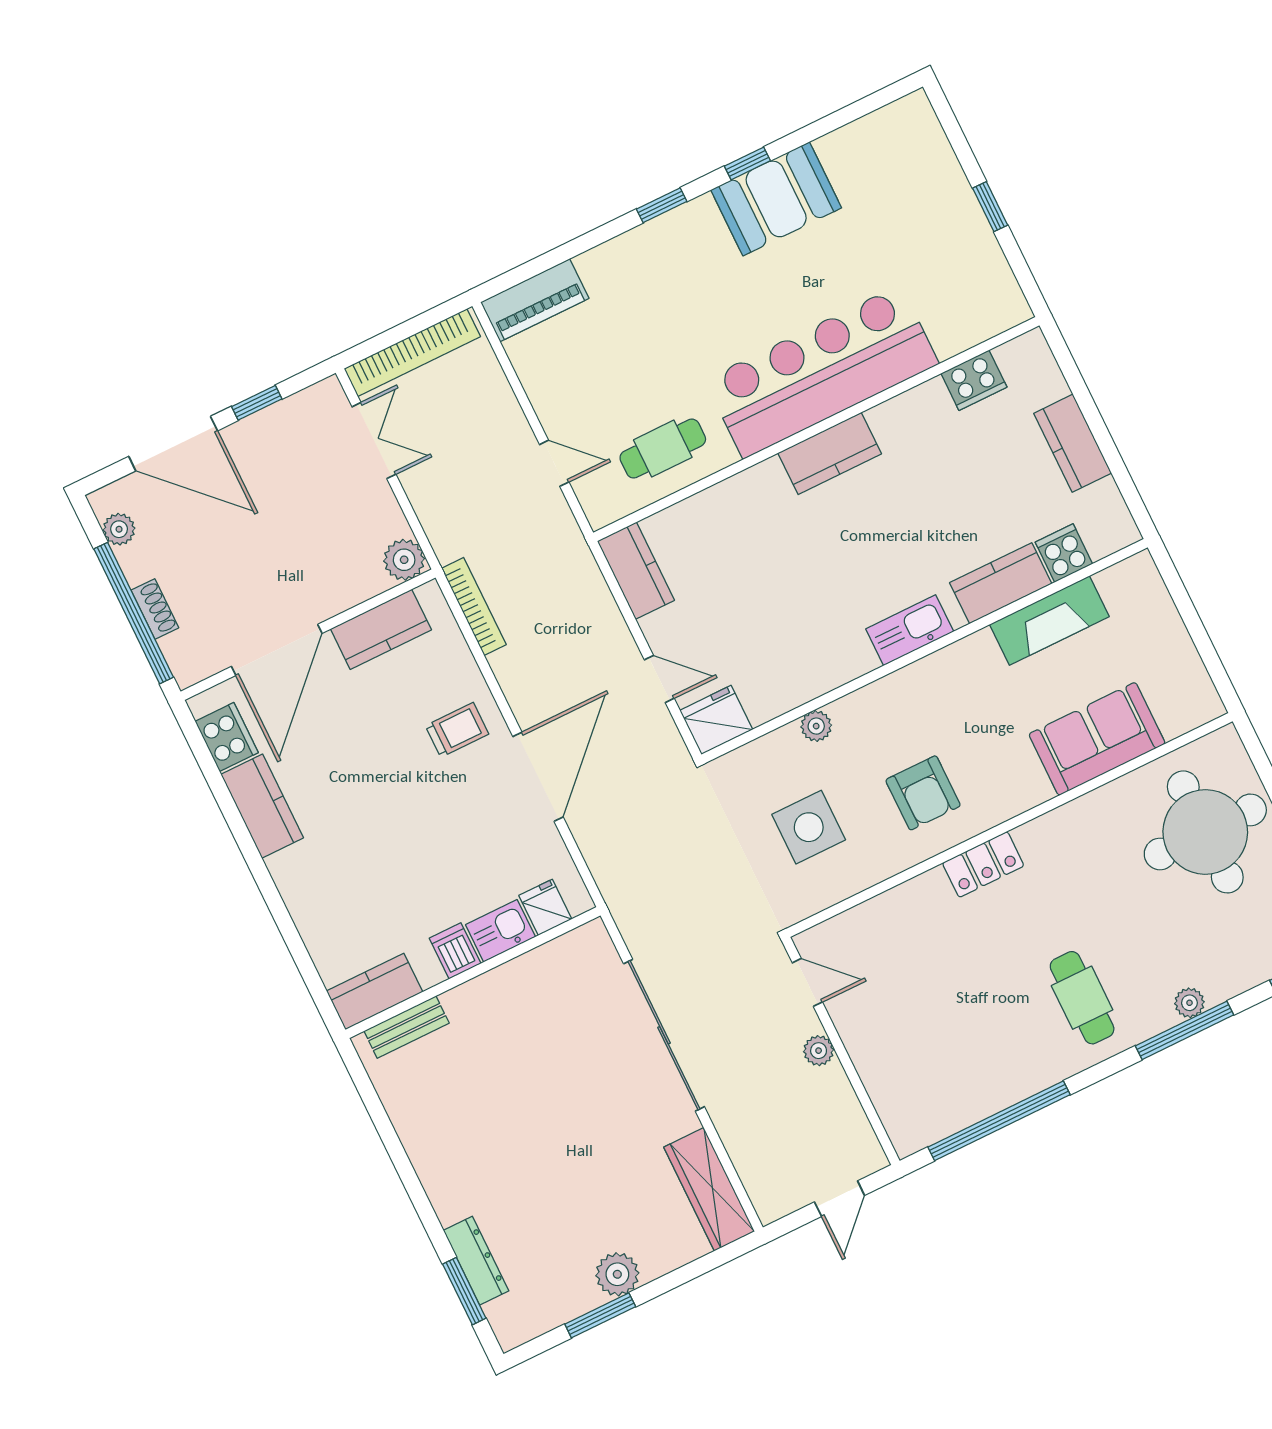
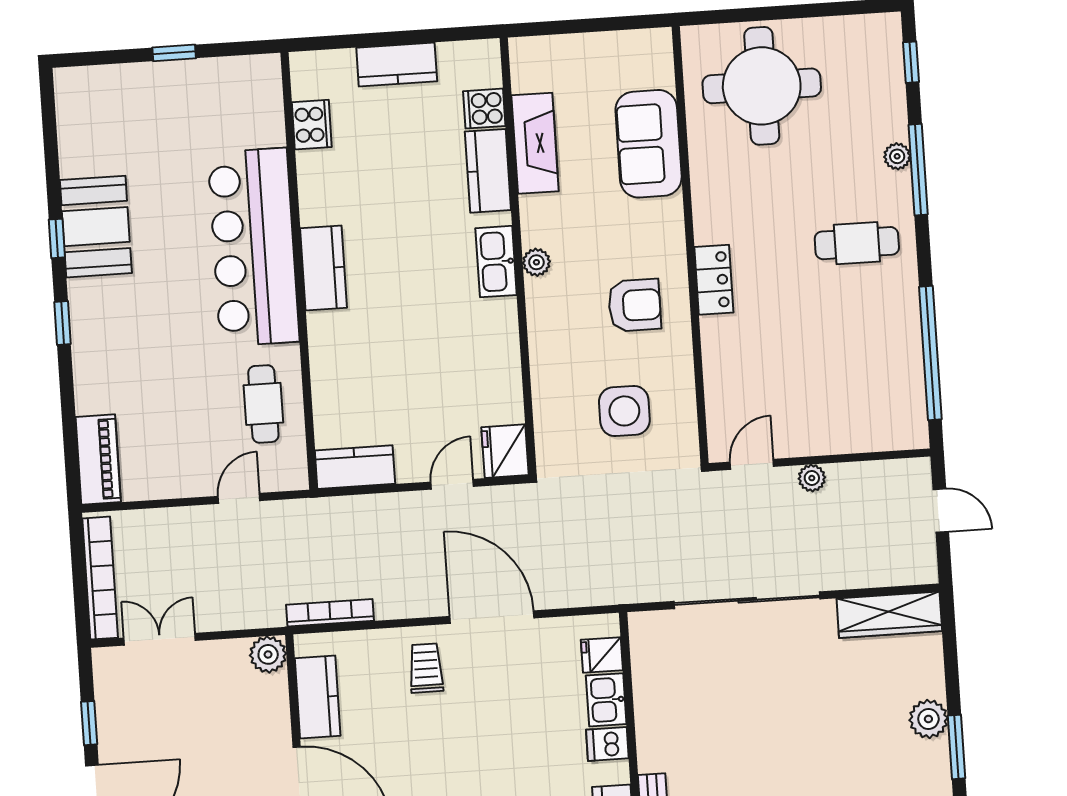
plant: (816, 726) -> (536, 262), moved

